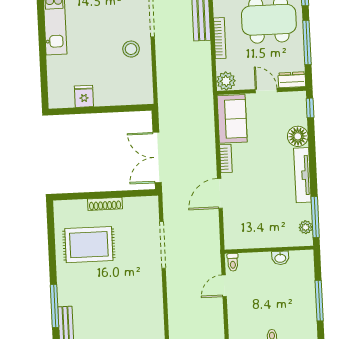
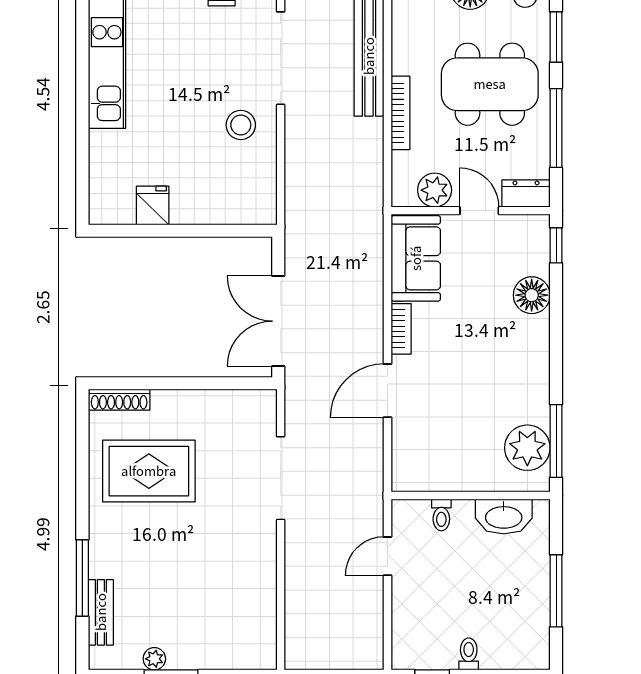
plant: (226, 81) -> (435, 190), moved
tv unit: (302, 175) -> (537, 365), removed
shoe rack: (105, 204) -> (119, 400), moved
plant: (306, 227) -> (527, 448), width x1.88, depth x1.88
washbasin: (280, 258) -> (504, 516), width x1.91, depth x1.45
toilet: (233, 262) -> (441, 515), moved

